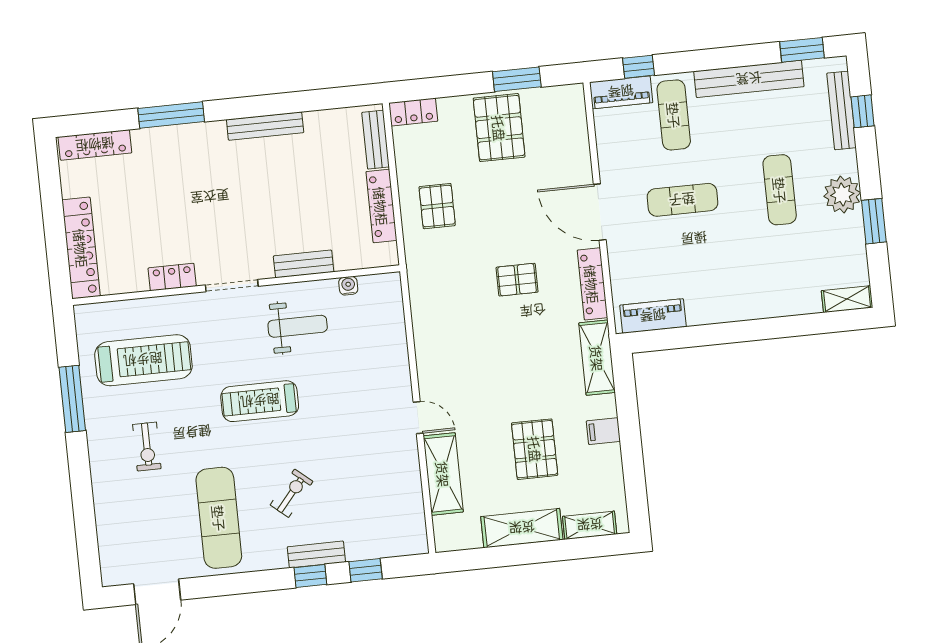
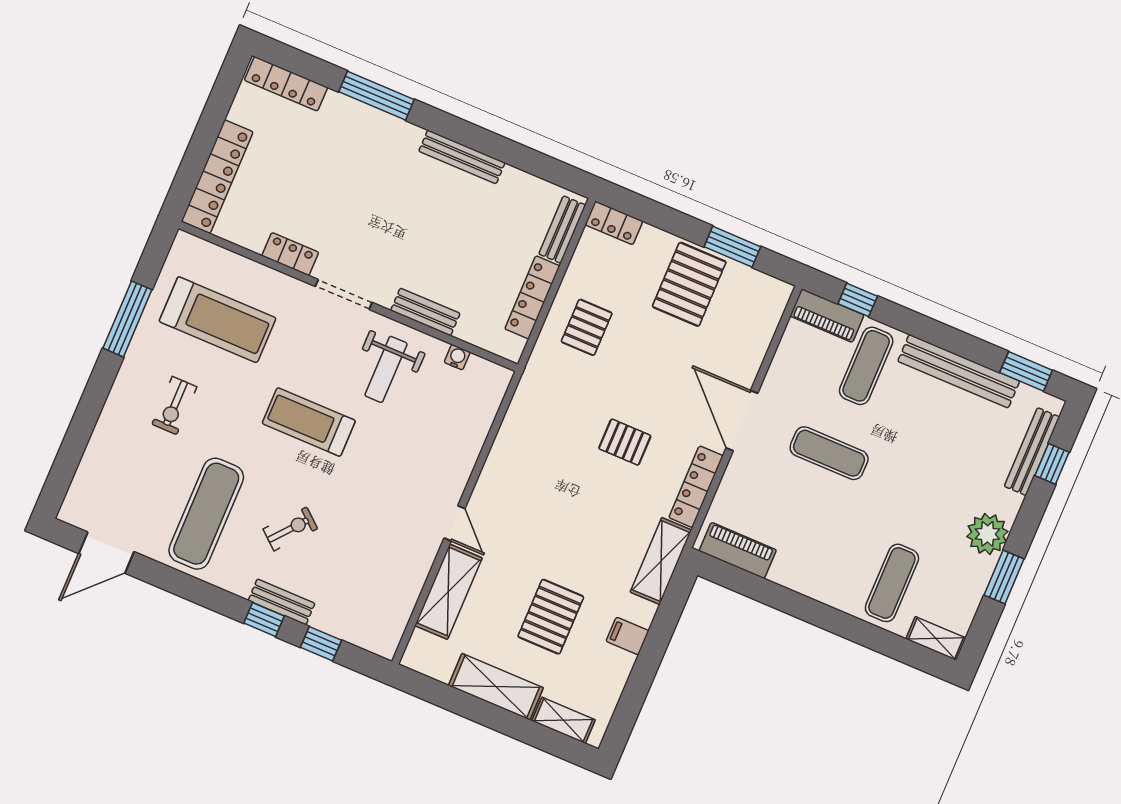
exercise mat: (780, 190) -> (892, 583), moved
weight bench: (298, 326) -> (386, 369), turned 90

